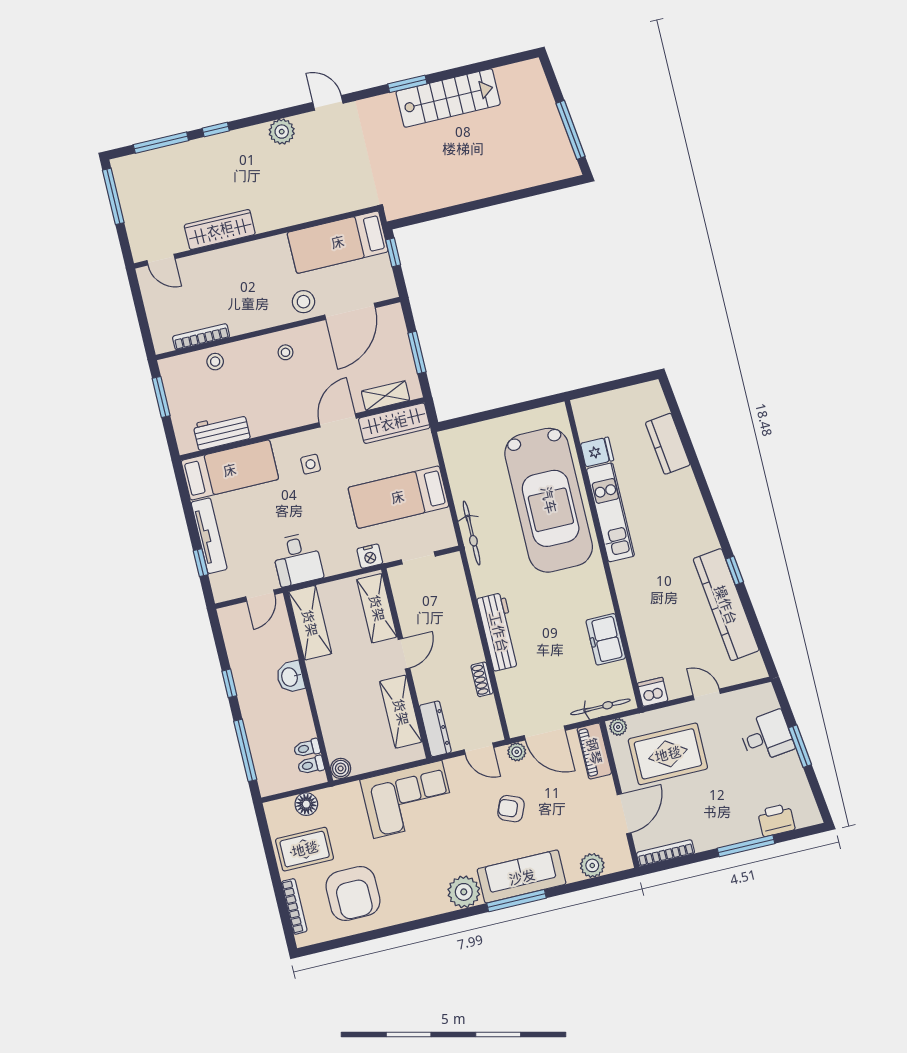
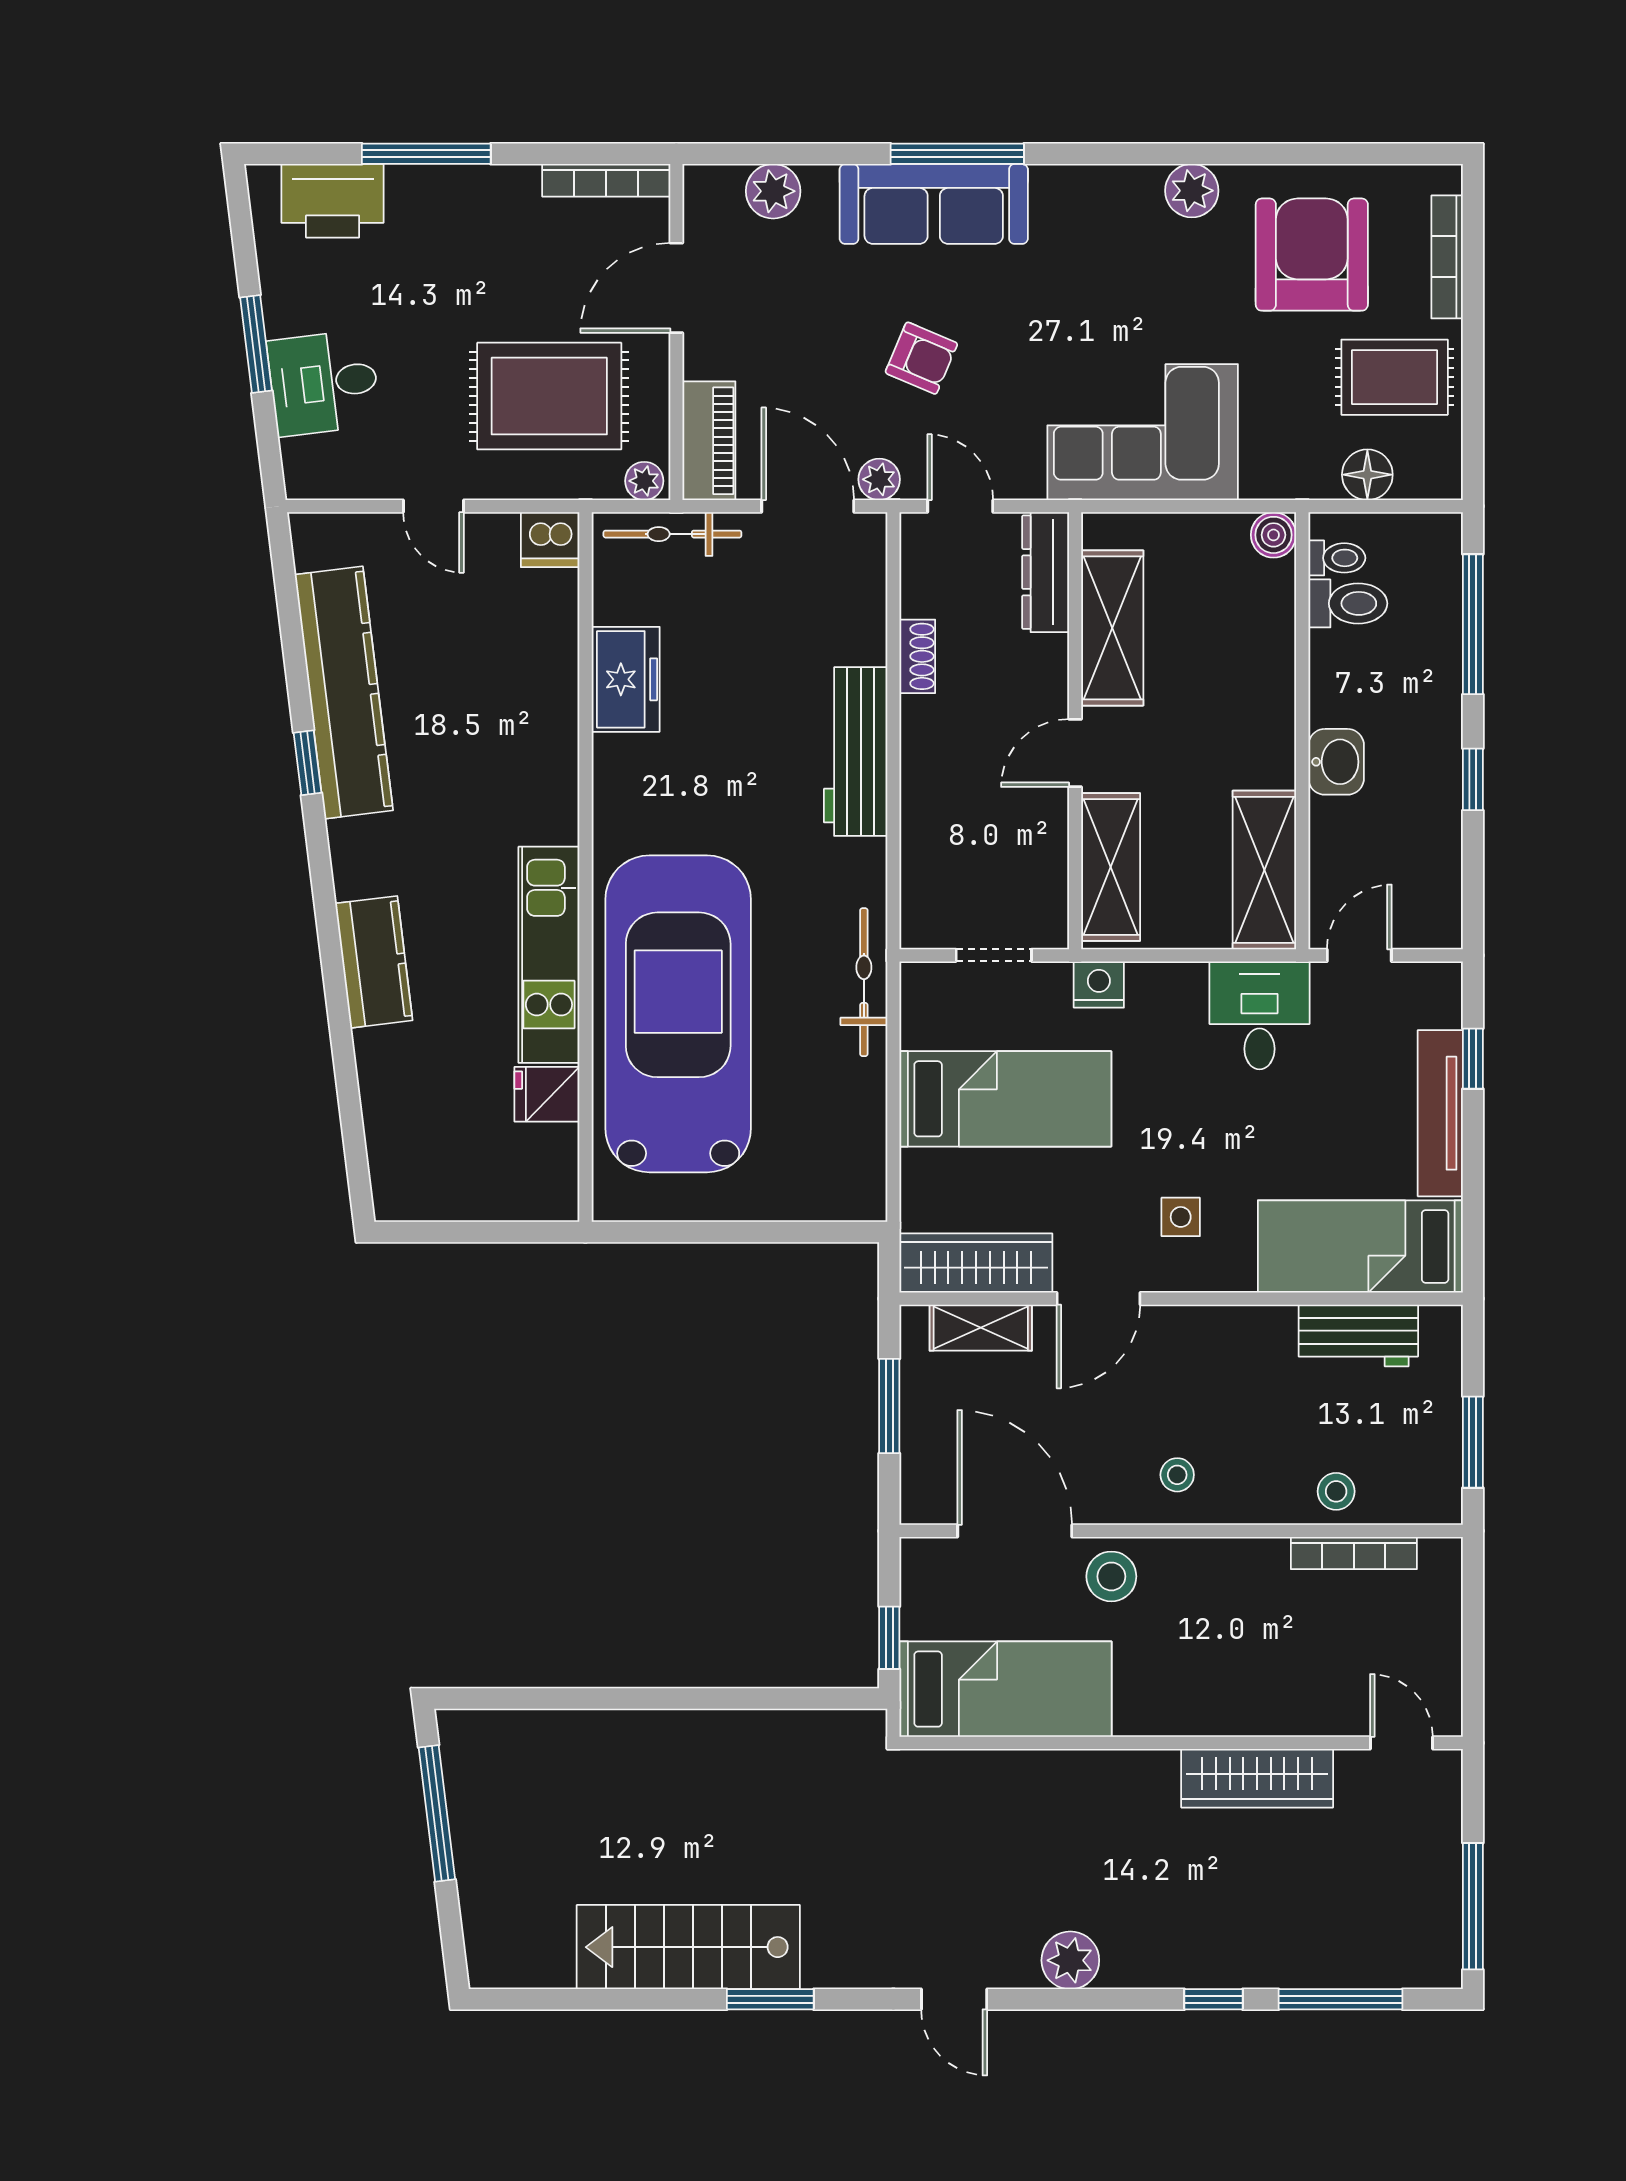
door: (350, 311) -> (1015, 1531), hinge flipped
kitchen counter: (668, 444) -> (374, 962), moved
toilet: (307, 748) -> (1348, 603), width x1.37, depth x1.39
printer: (776, 820) -> (333, 201), width x1.37, depth x1.19
plant: (464, 892) -> (1192, 191), moved, width x0.73, depth x0.73

